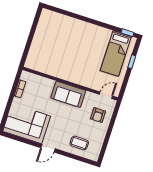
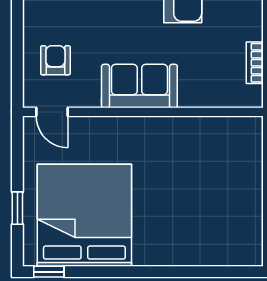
bed: (116, 53) -> (84, 215), width x2.04
door: (106, 95) -> (52, 112), hinge flipped

